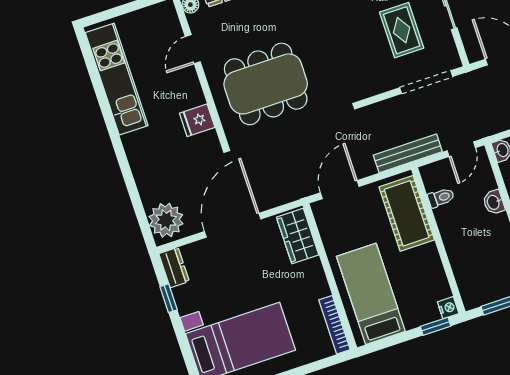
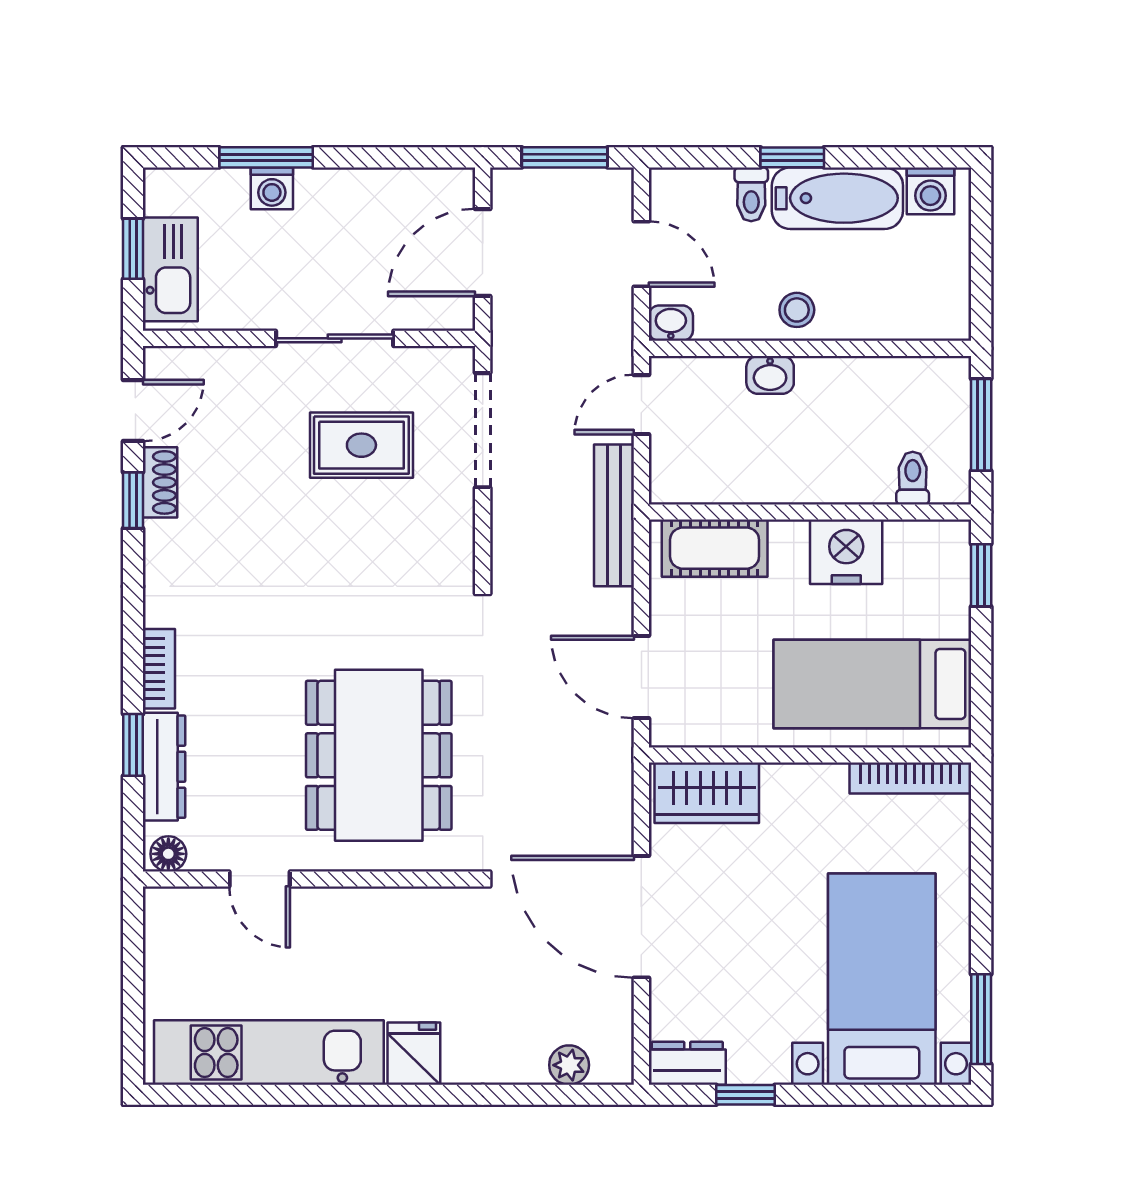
fridge: (197, 120) -> (414, 1054), moved, turned 180
door: (461, 149) -> (641, 405), swing flipped
toilet: (441, 198) -> (913, 478), moved
cot: (407, 213) -> (715, 548), width x0.73, depth x0.75
plant: (166, 220) -> (569, 1065), width x0.53, depth x0.53
nightstand: (448, 308) -> (846, 552), moved, width x1.89, depth x1.79

